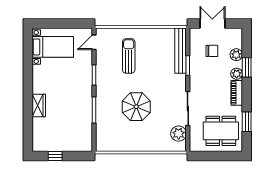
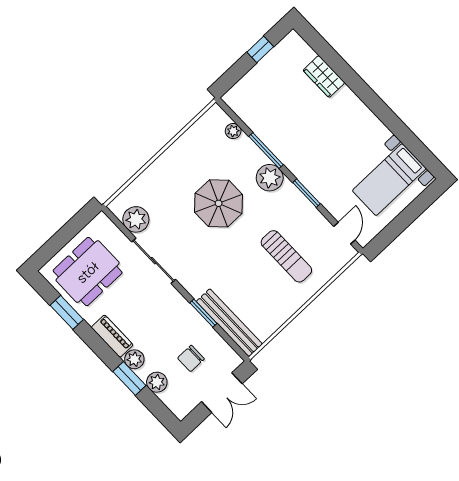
plant: (104, 97) -> (270, 178), added
wardrobe: (39, 106) -> (324, 76), moved
plant: (100, 132) -> (233, 131), added

